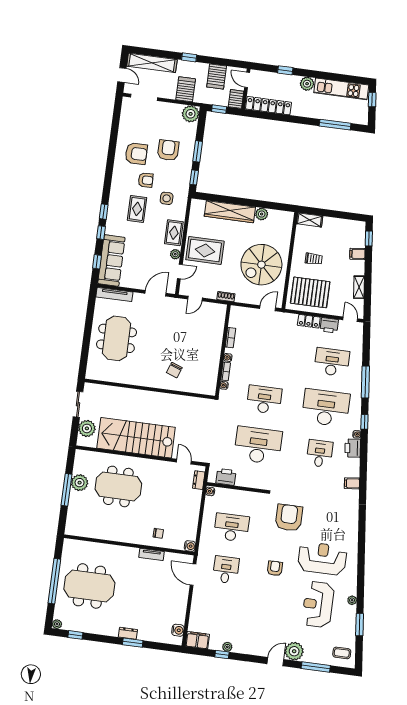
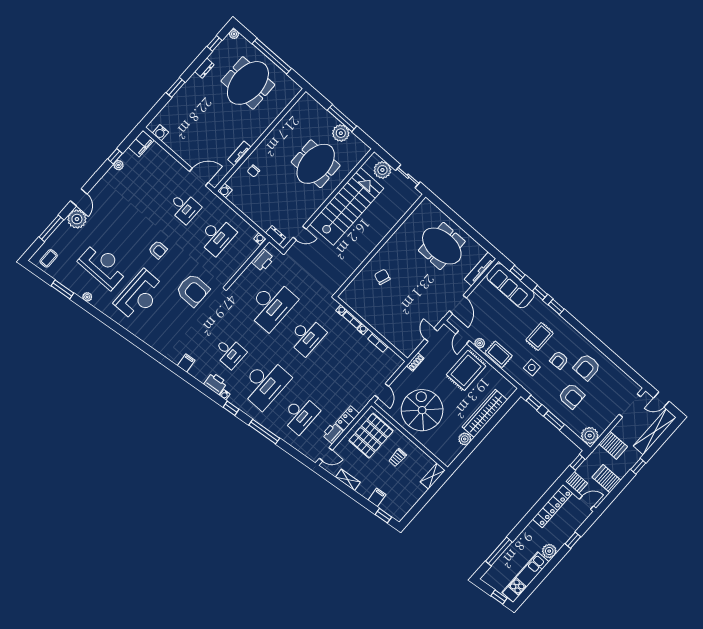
rug: (137, 209) -> (540, 337), turned 90
dresser: (128, 633) -> (204, 68), moved

